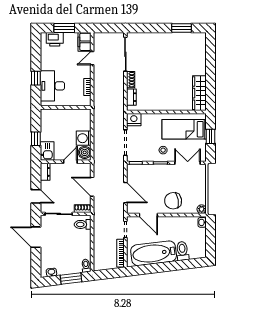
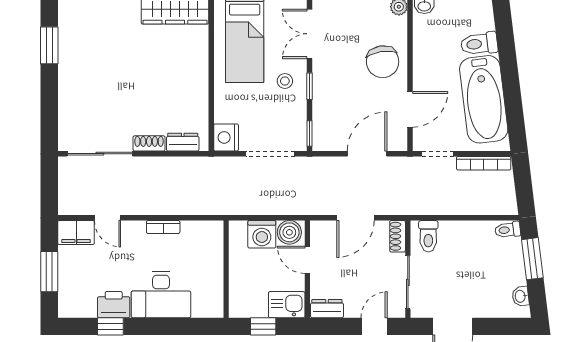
printer: (55, 39) -> (114, 305), moved, turned -90
window: (36, 78) -> (110, 326), moved
wall: (66, 107) -> (226, 269), moved

